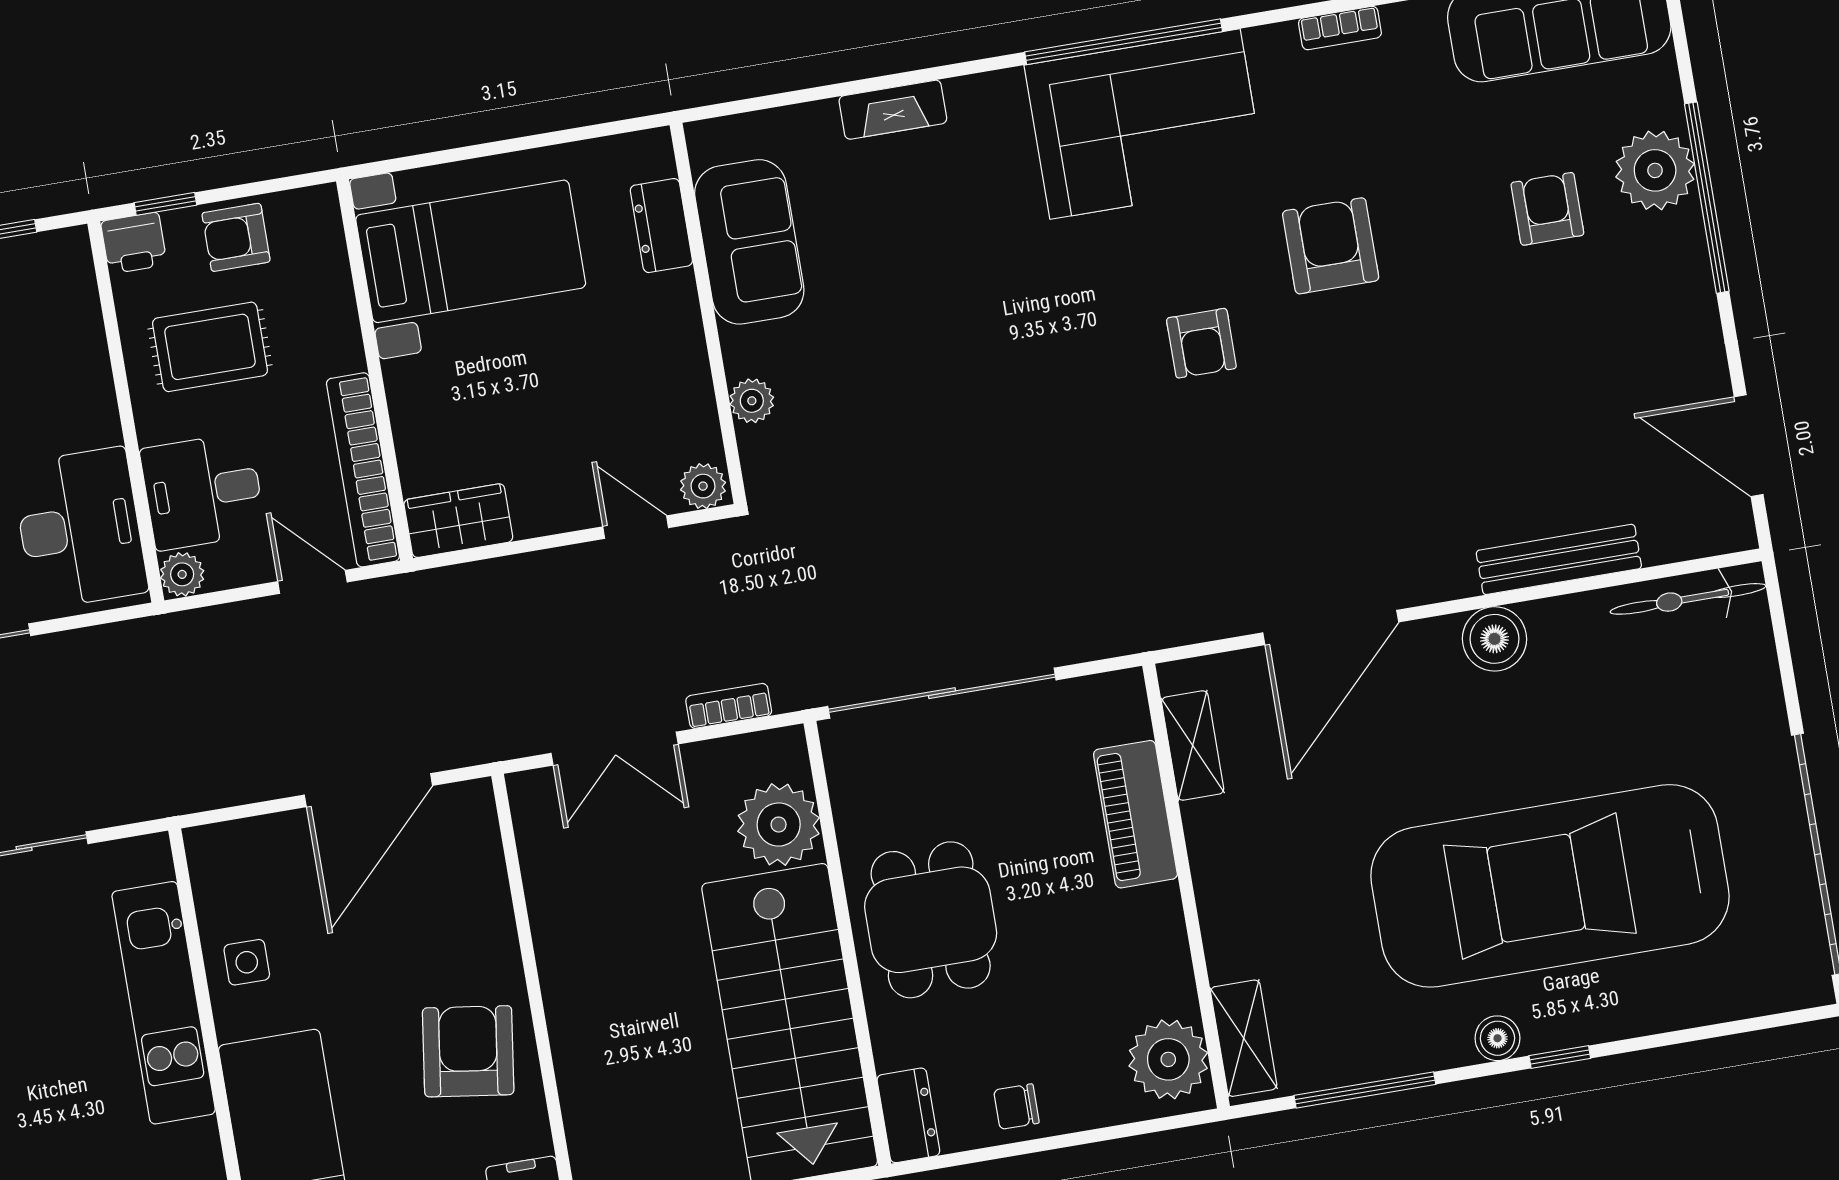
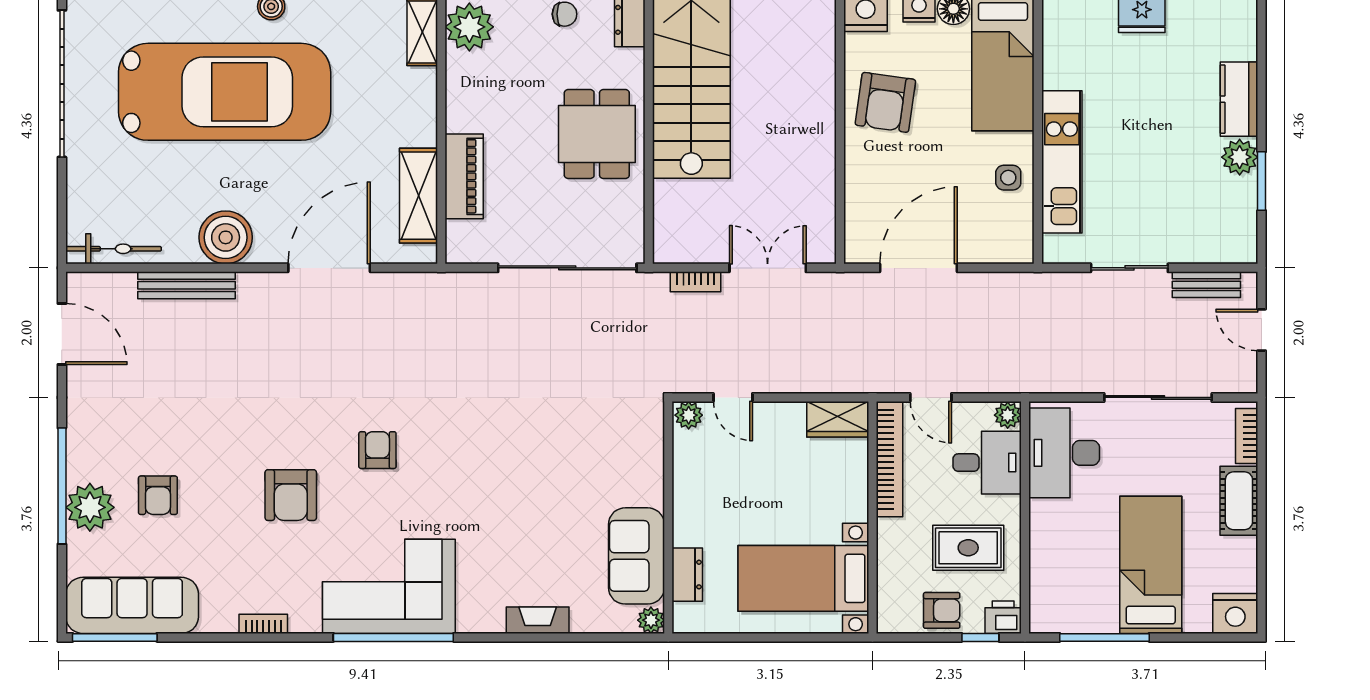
plant: (752, 401) -> (651, 620), moved
boiler: (1495, 639) -> (226, 237), width x1.37, depth x1.37
shelving: (1193, 745) -> (418, 196), width x1.50, depth x1.33
plant: (779, 825) -> (678, 206), removed

